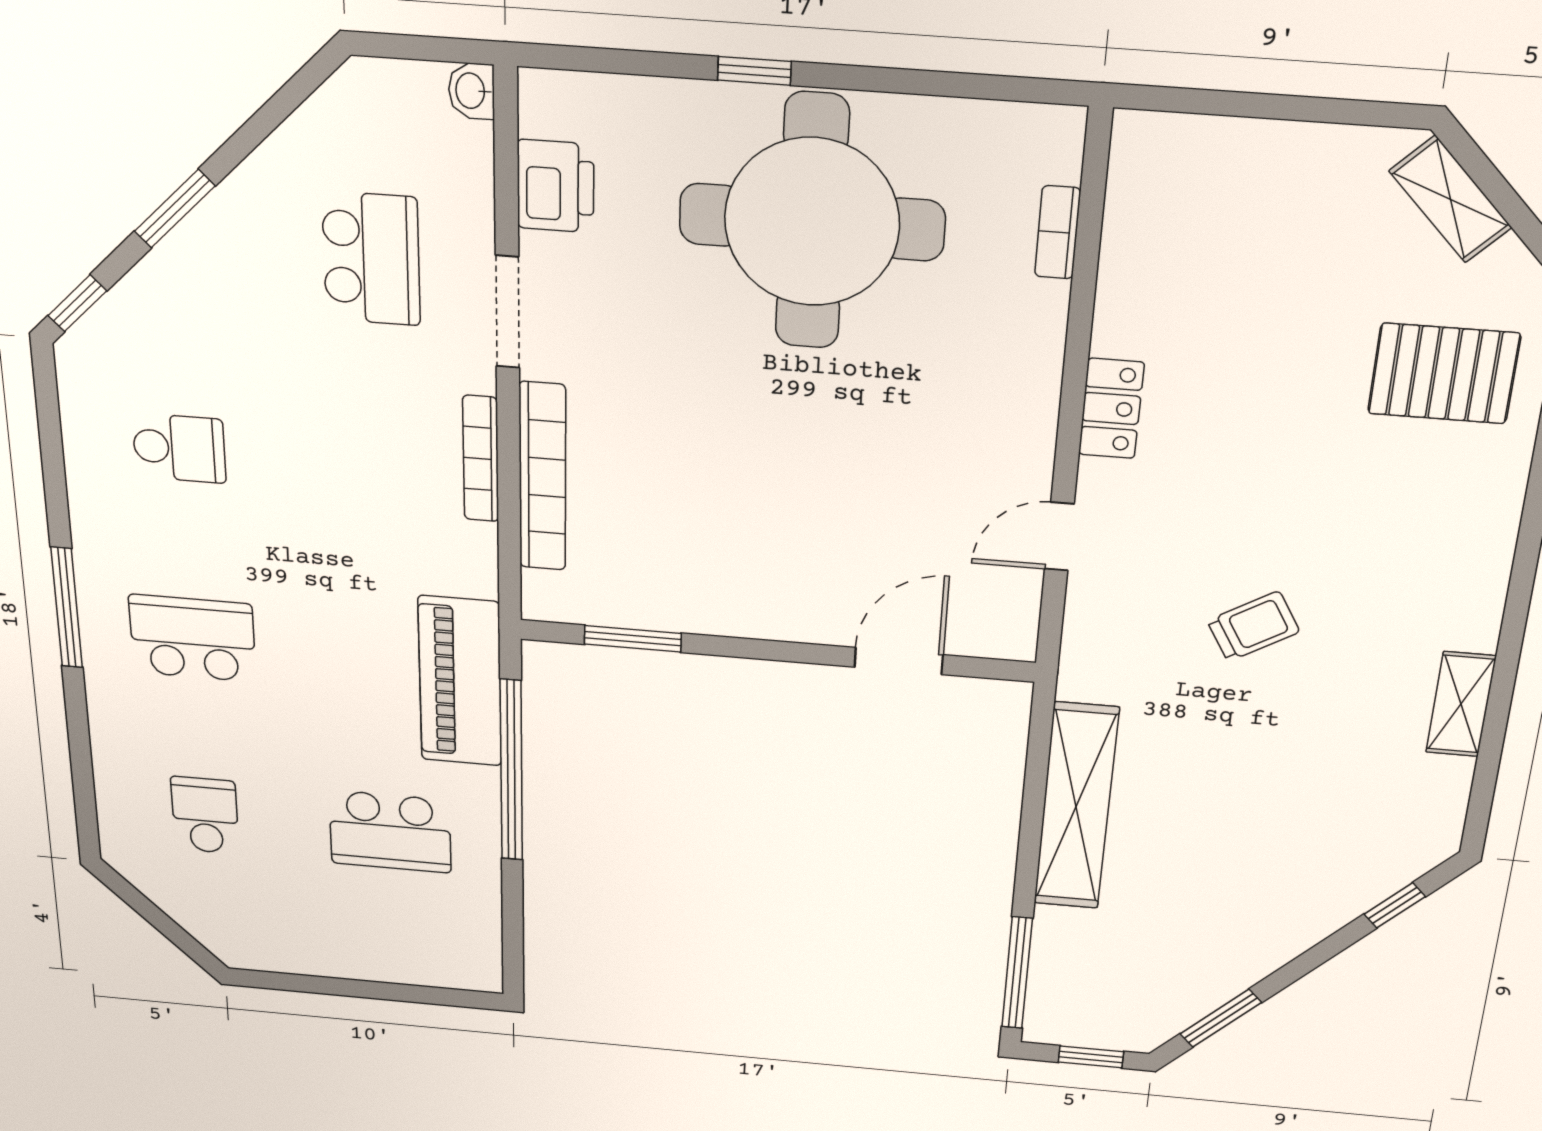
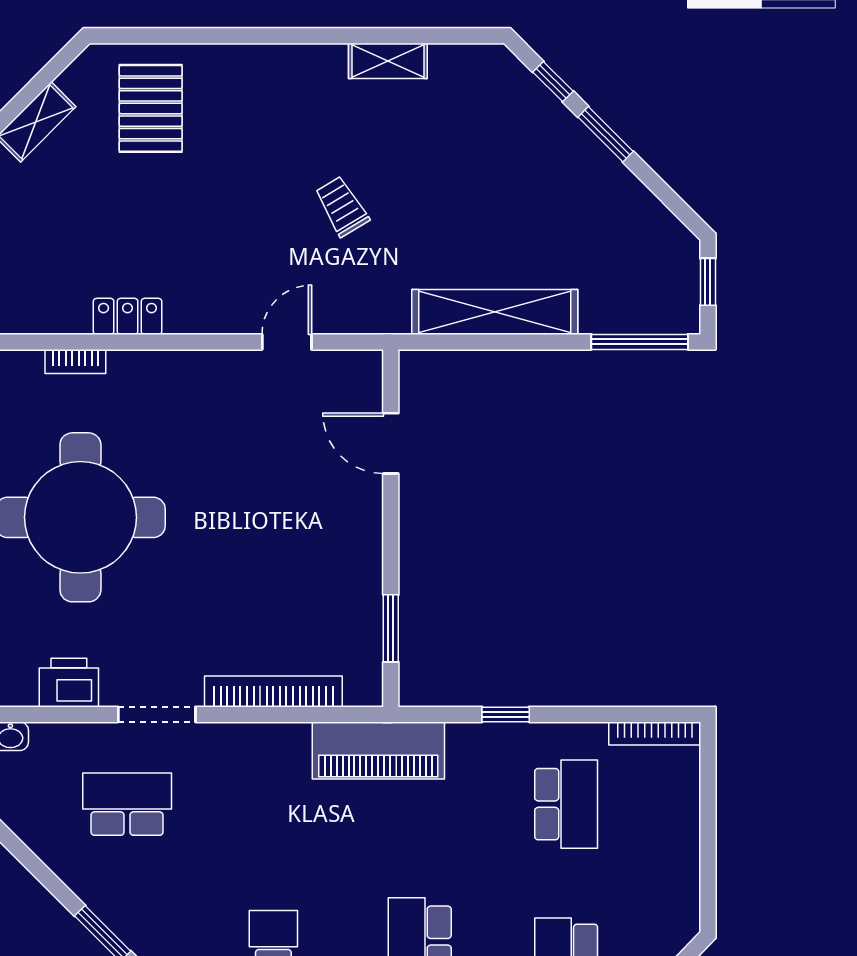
locker: (1111, 408) -> (128, 316), moved
bookcase: (481, 459) -> (655, 733), moved
door: (1059, 537) -> (287, 342), swing flipped
piano: (460, 682) -> (378, 750), moved
window: (511, 771) -> (506, 714), width x0.32
window: (1221, 1018) -> (606, 134), moved

